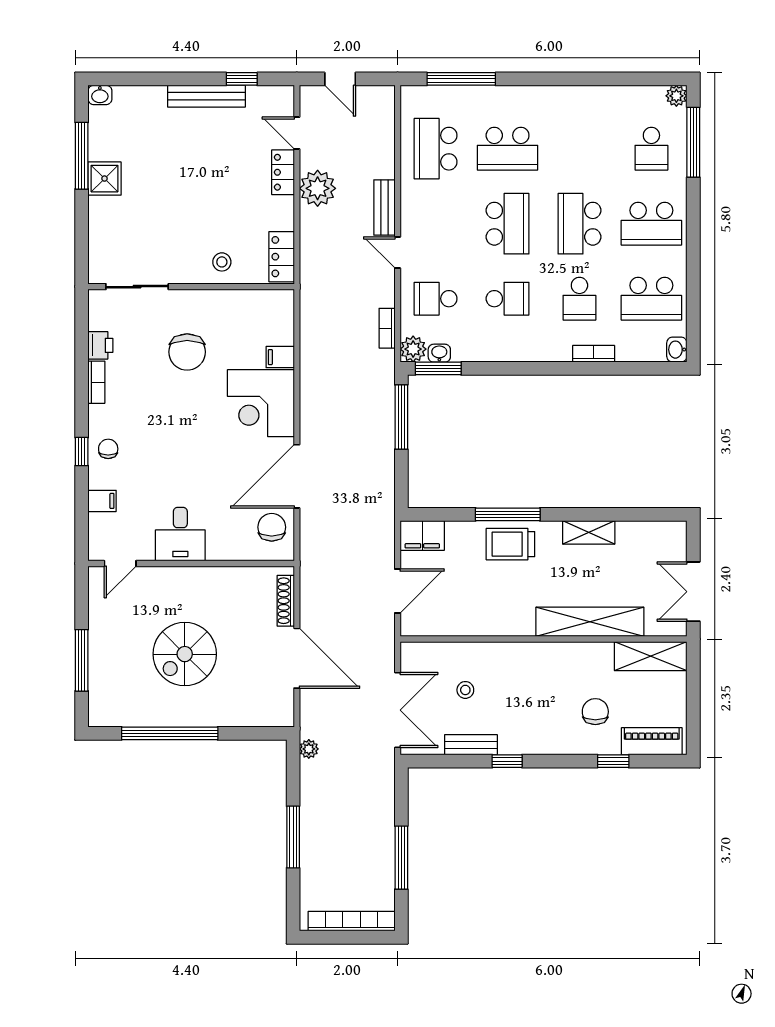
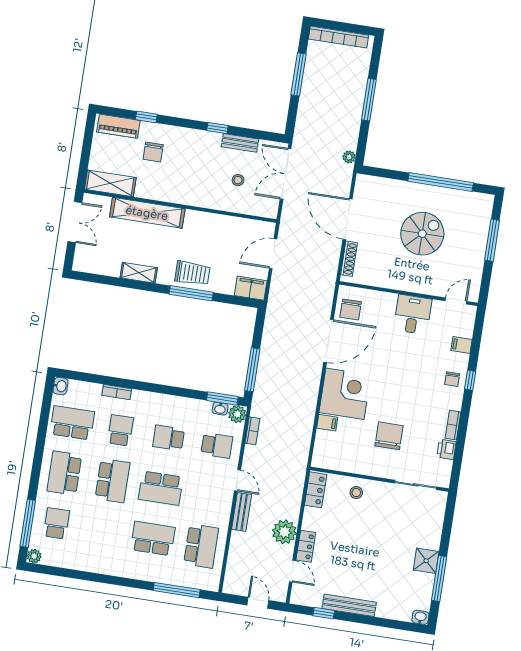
school desk: (508, 224) -> (161, 488), turned -90
school desk: (651, 224) -> (64, 473), turned -90

